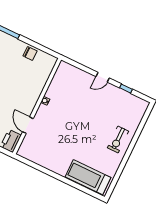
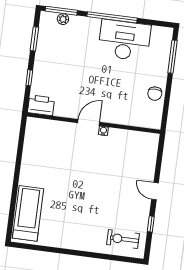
door: (28, 125) -> (89, 123), moved
exercise bike: (118, 139) -> (123, 239), moved

